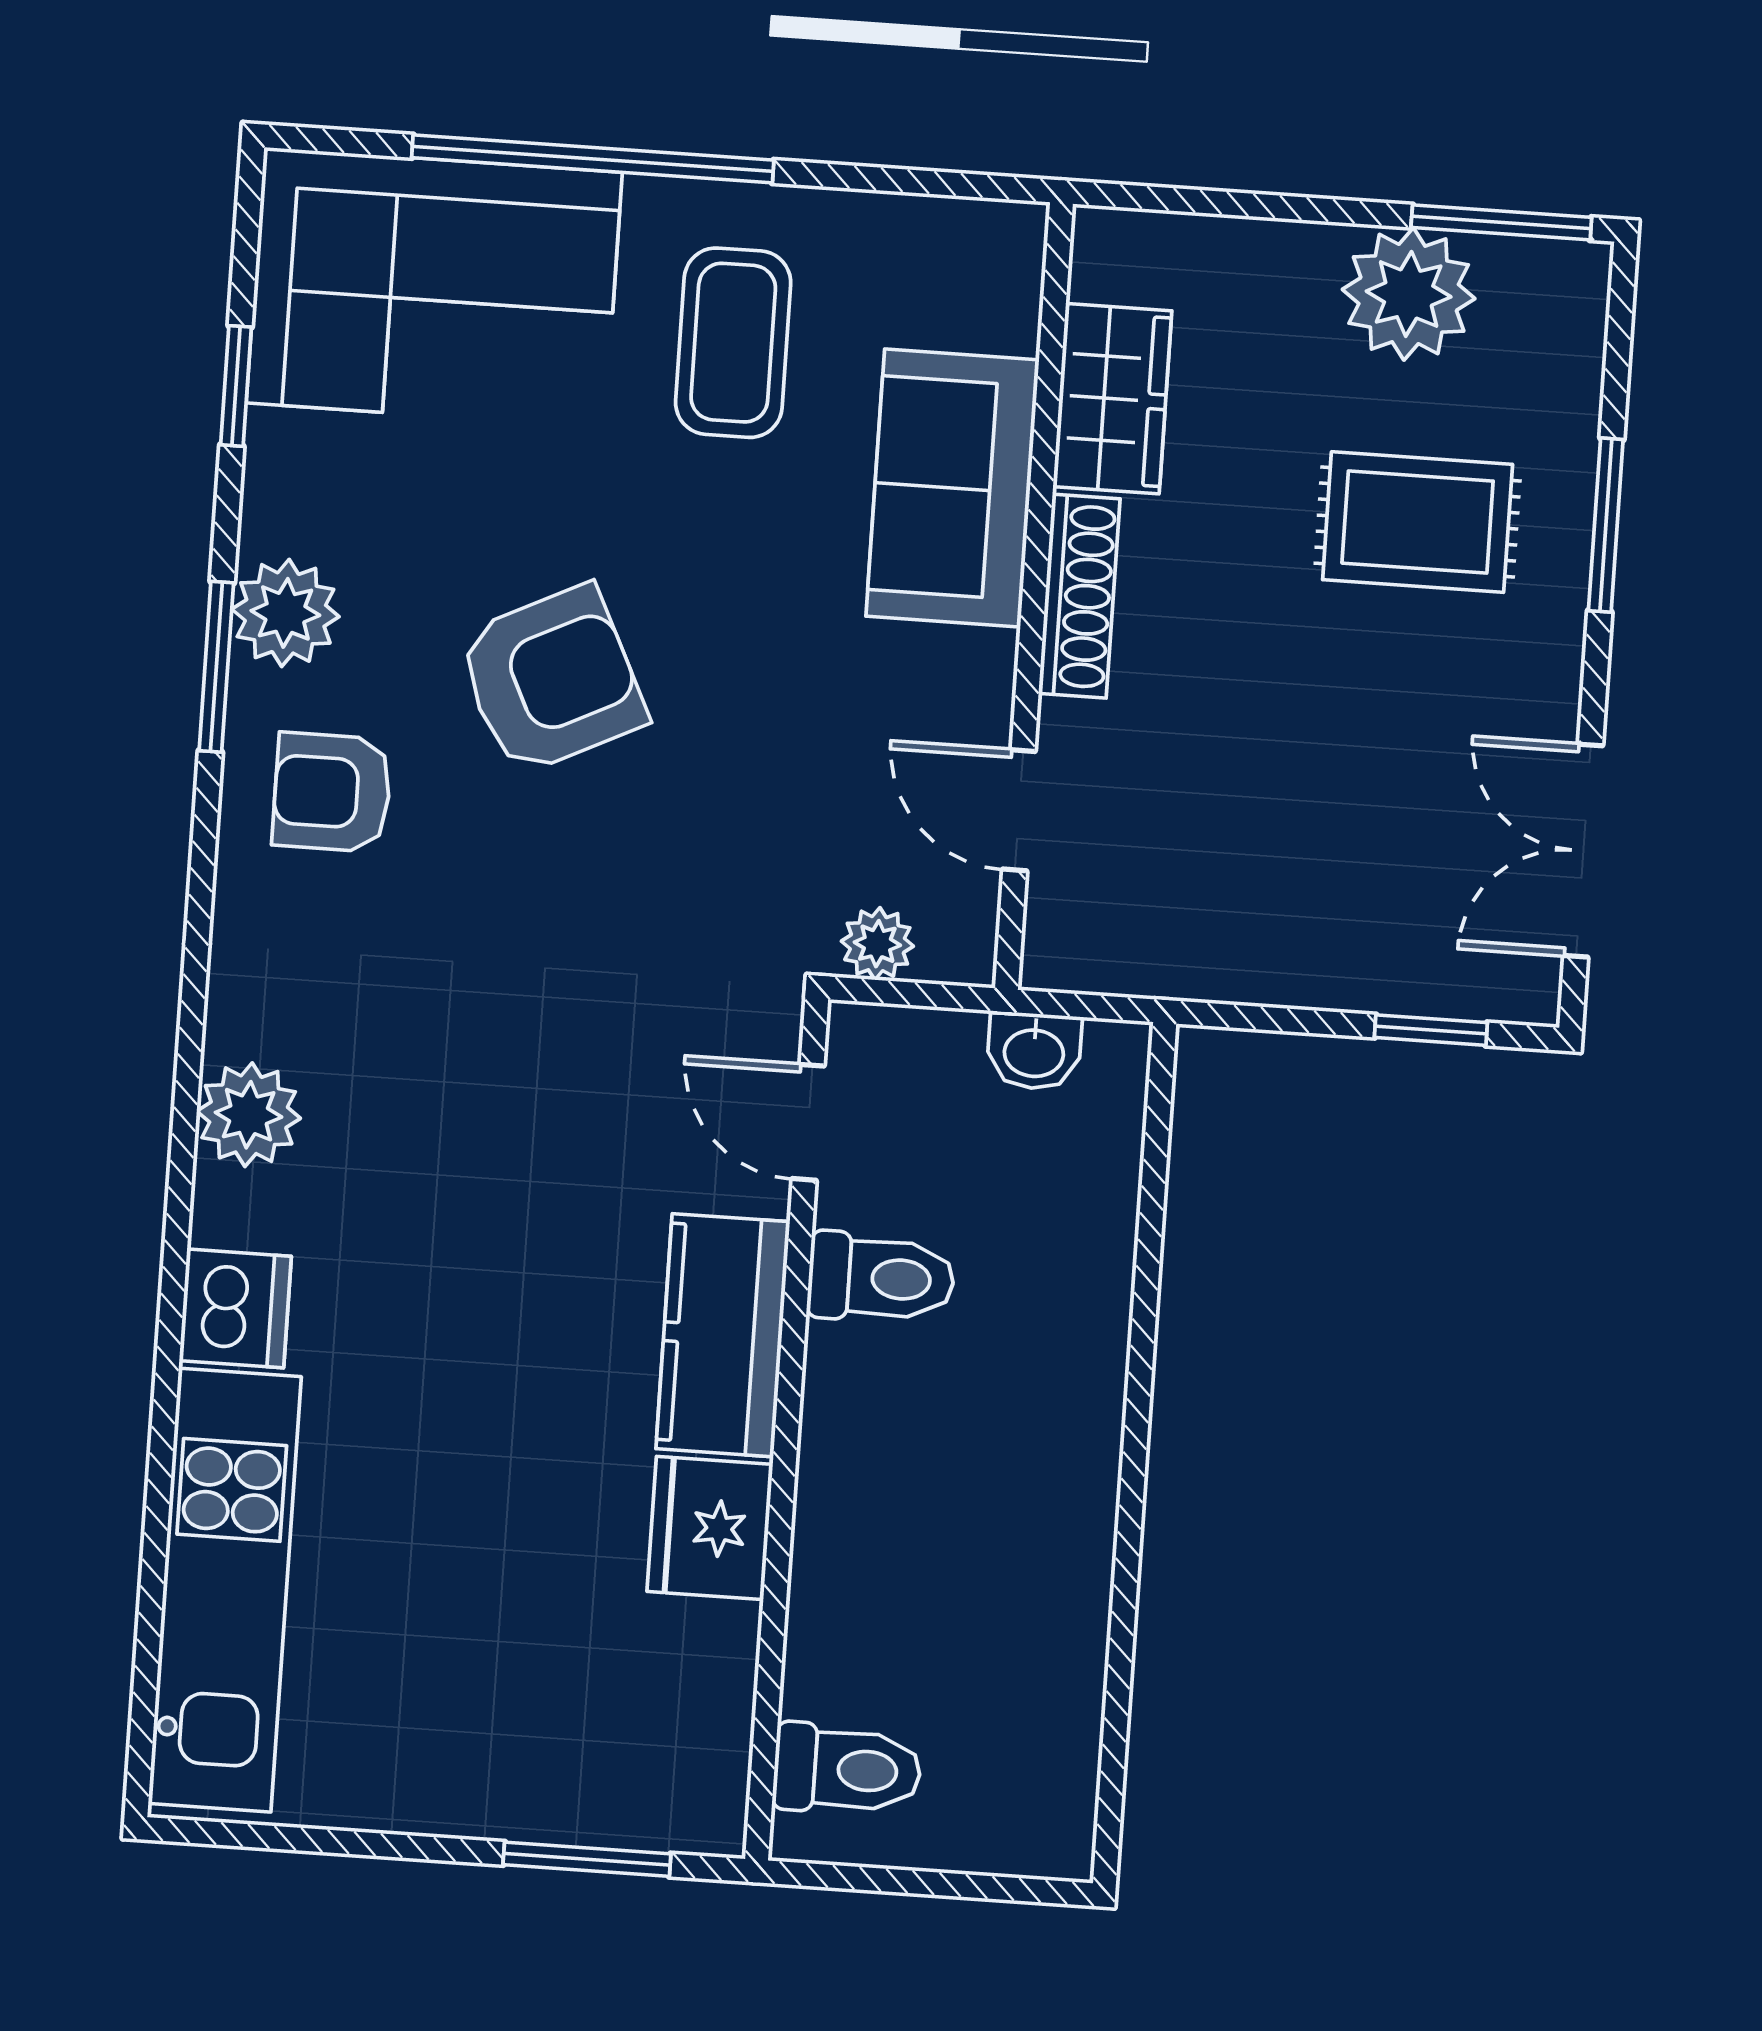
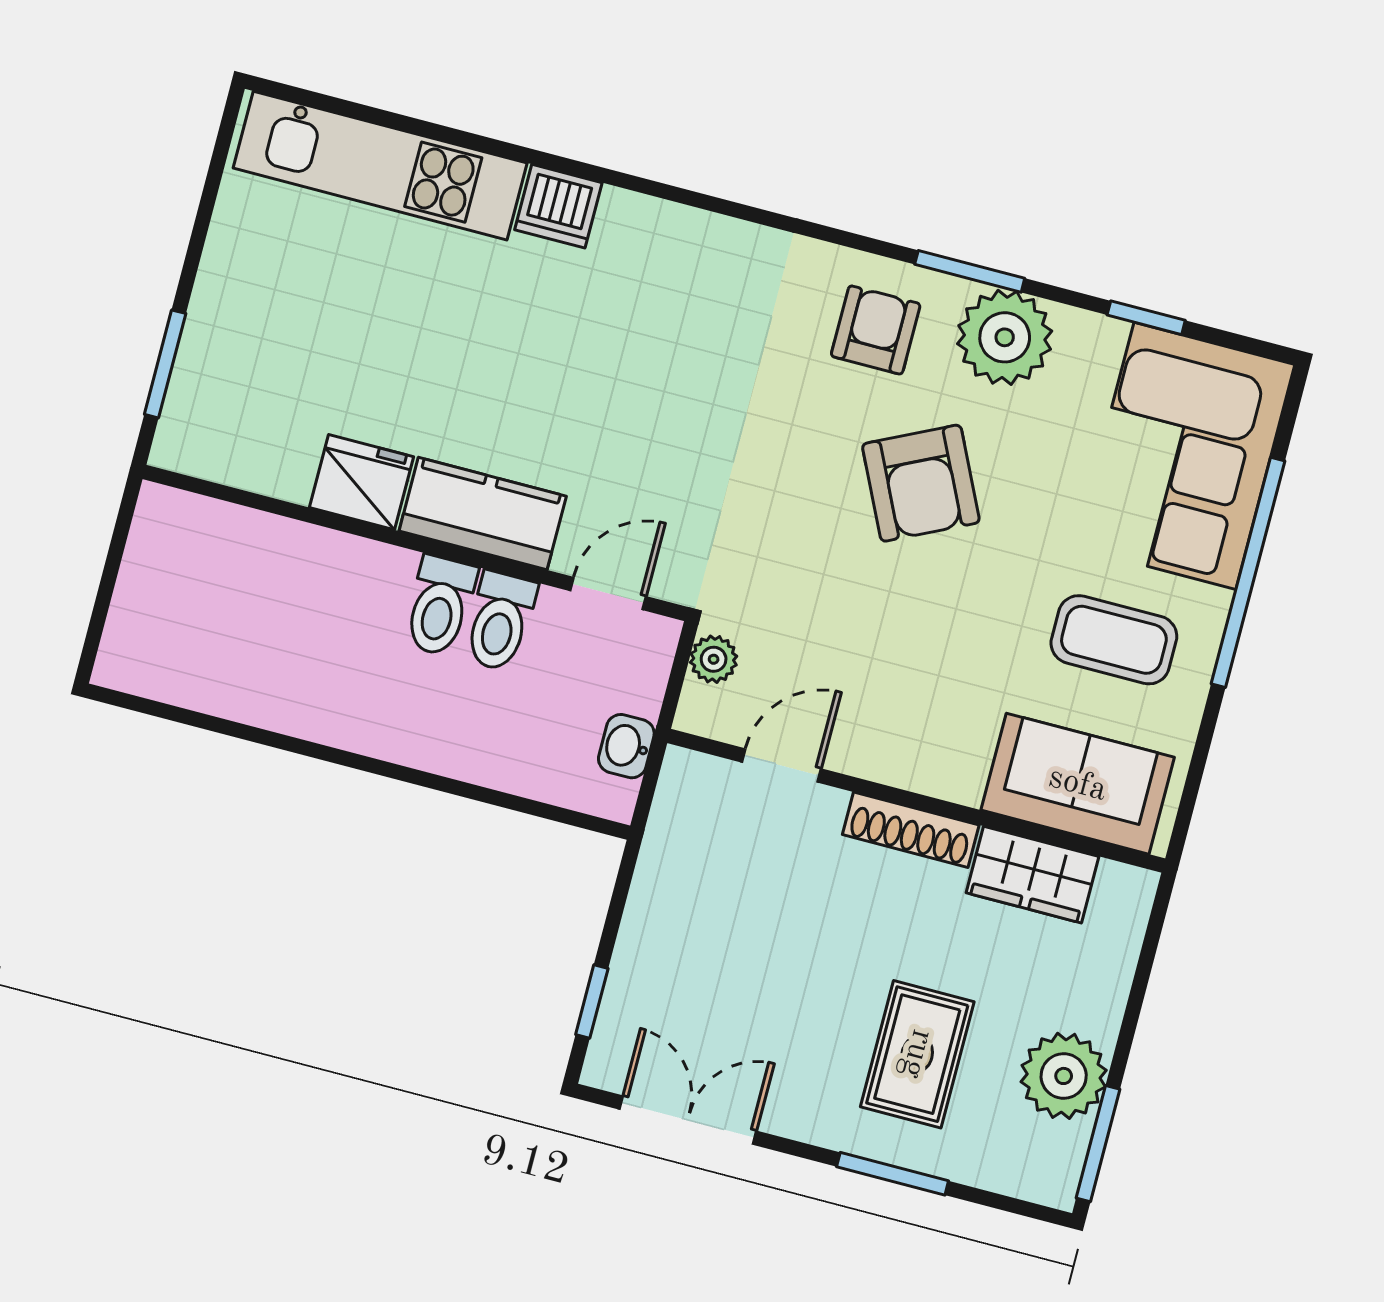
sofa: (952, 488) -> (1078, 784), moved
plant: (285, 613) -> (1005, 337), width x1.36, depth x1.36
plant: (249, 1115) -> (680, 238), removed
toilet: (847, 1770) -> (440, 606), moved

